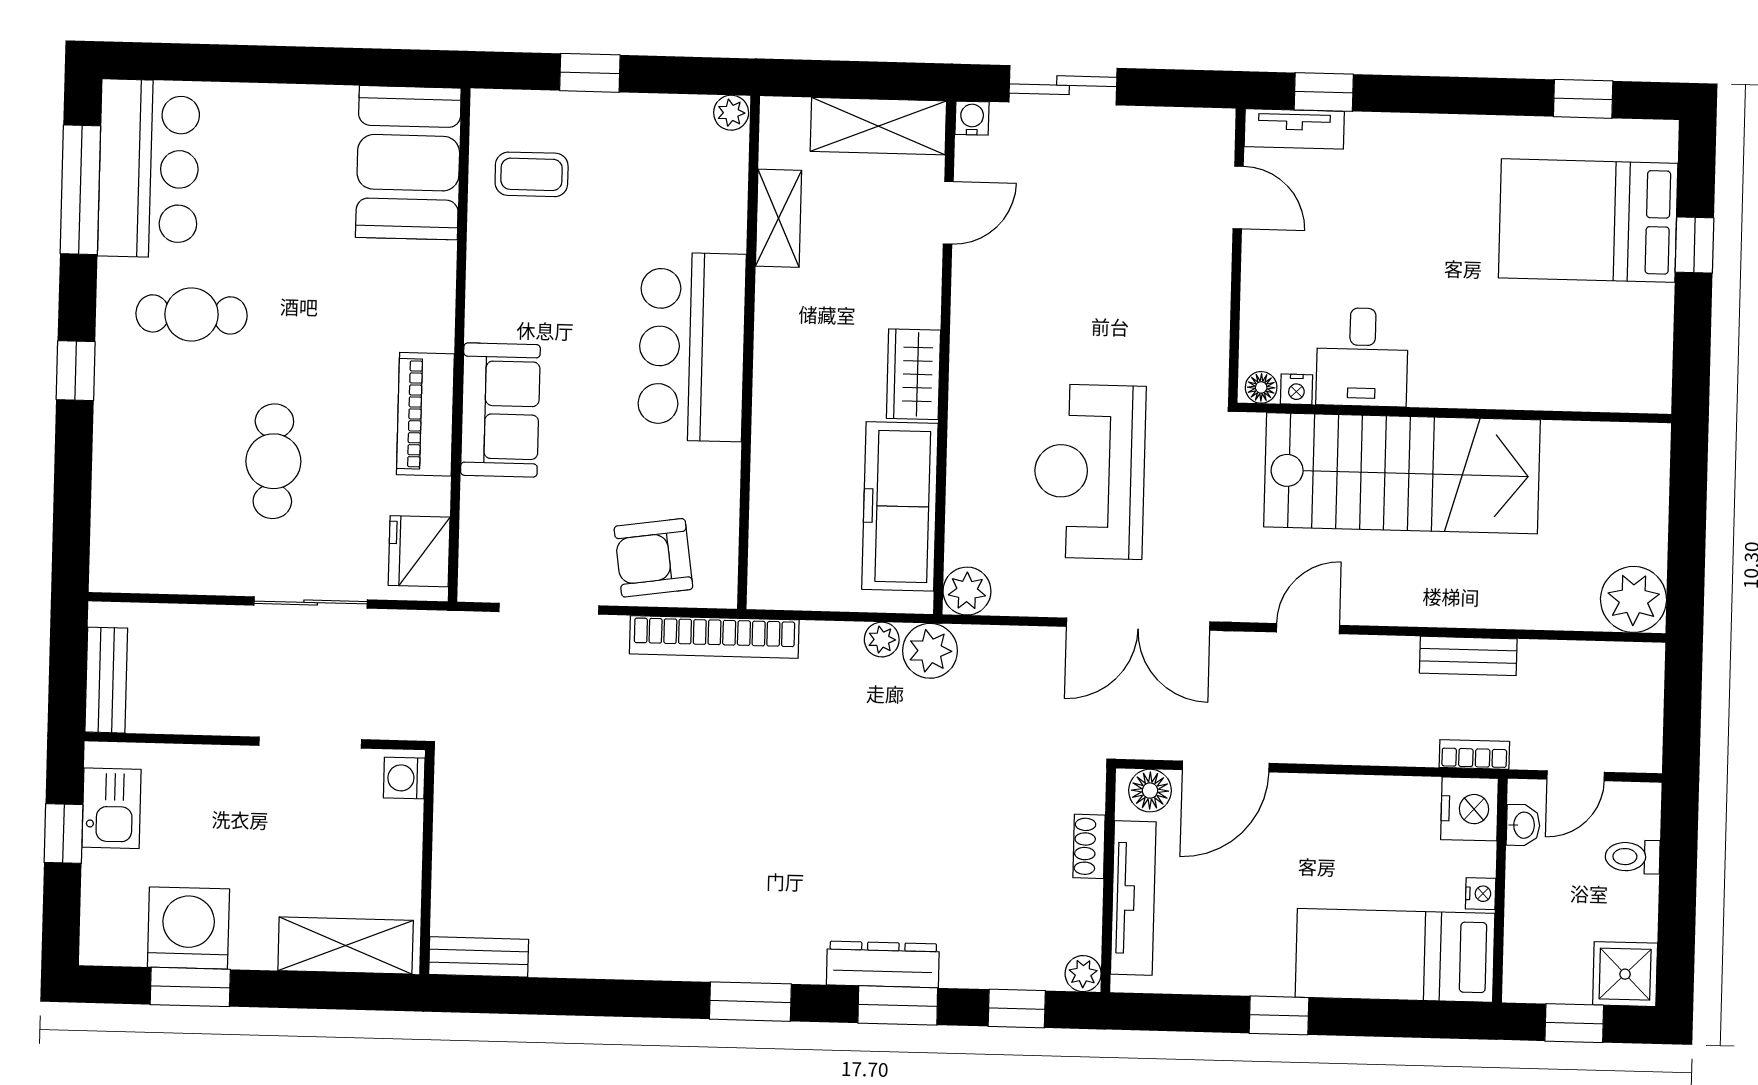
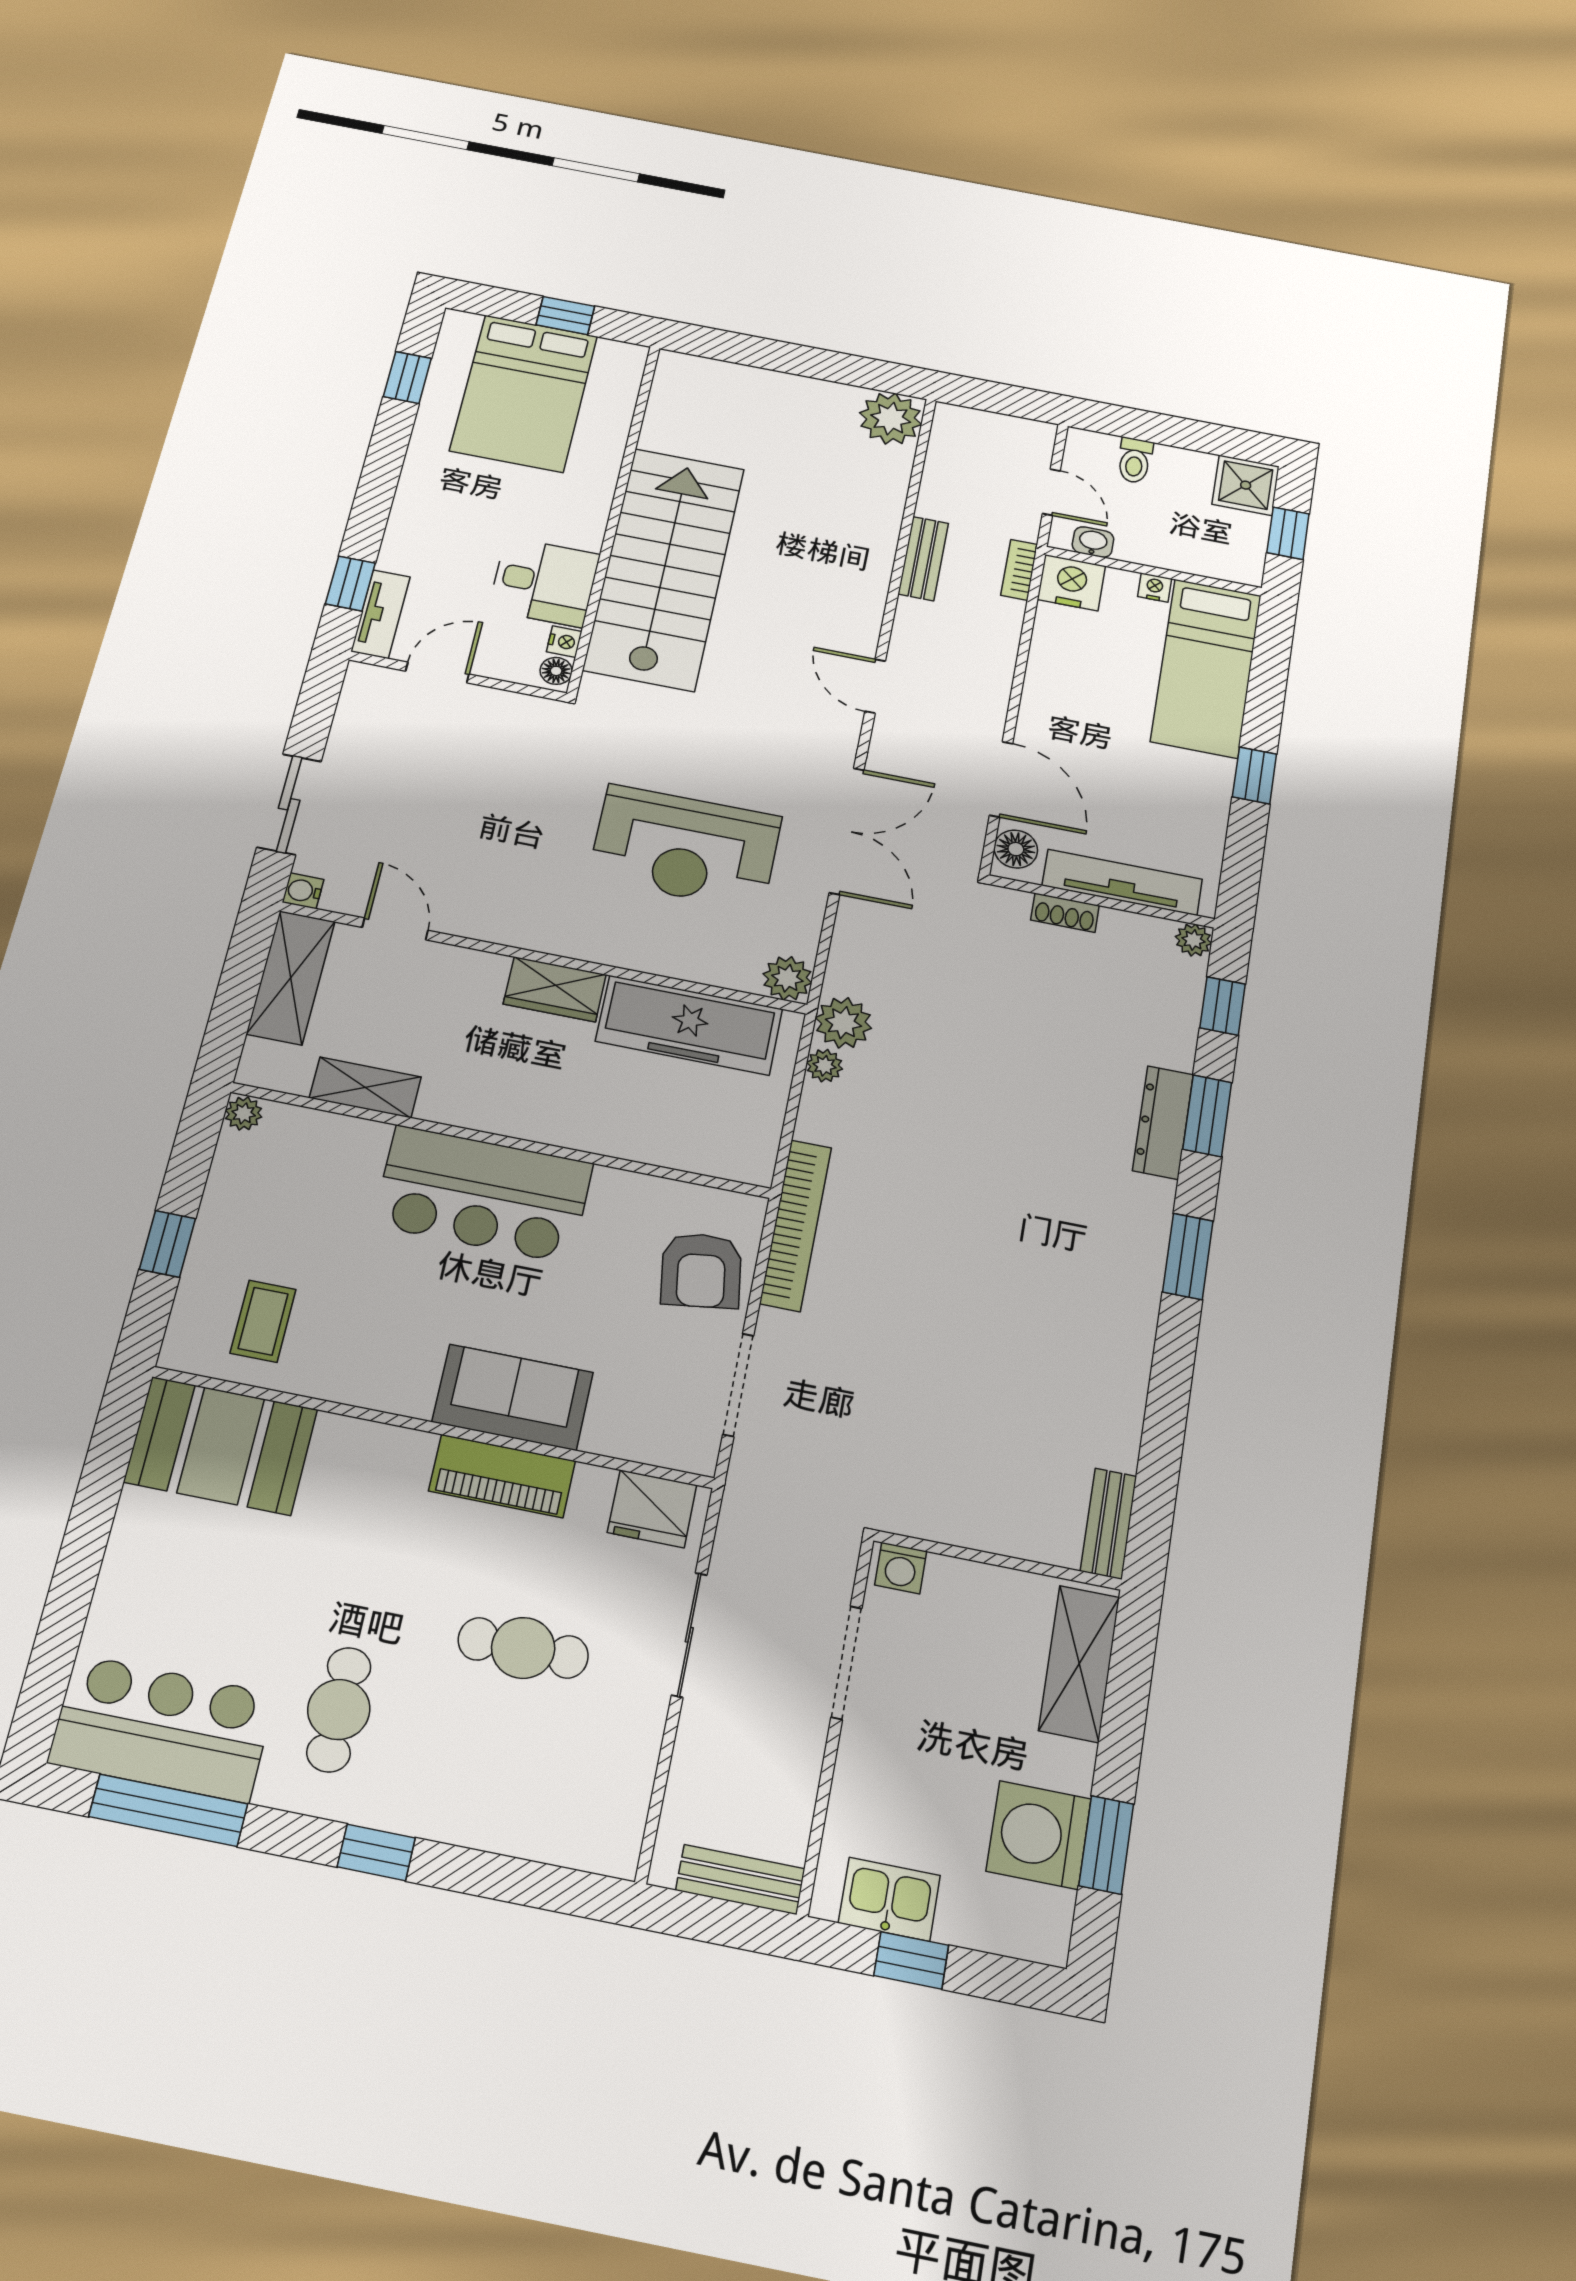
desk: (1362, 357) -> (544, 582), moved
floor lamp: (1261, 387) -> (556, 671), moved
nightstand: (1296, 389) -> (564, 642), moved
wall: (1454, 413) -> (614, 516), moved
stairs: (1402, 473) -> (664, 568), moved

